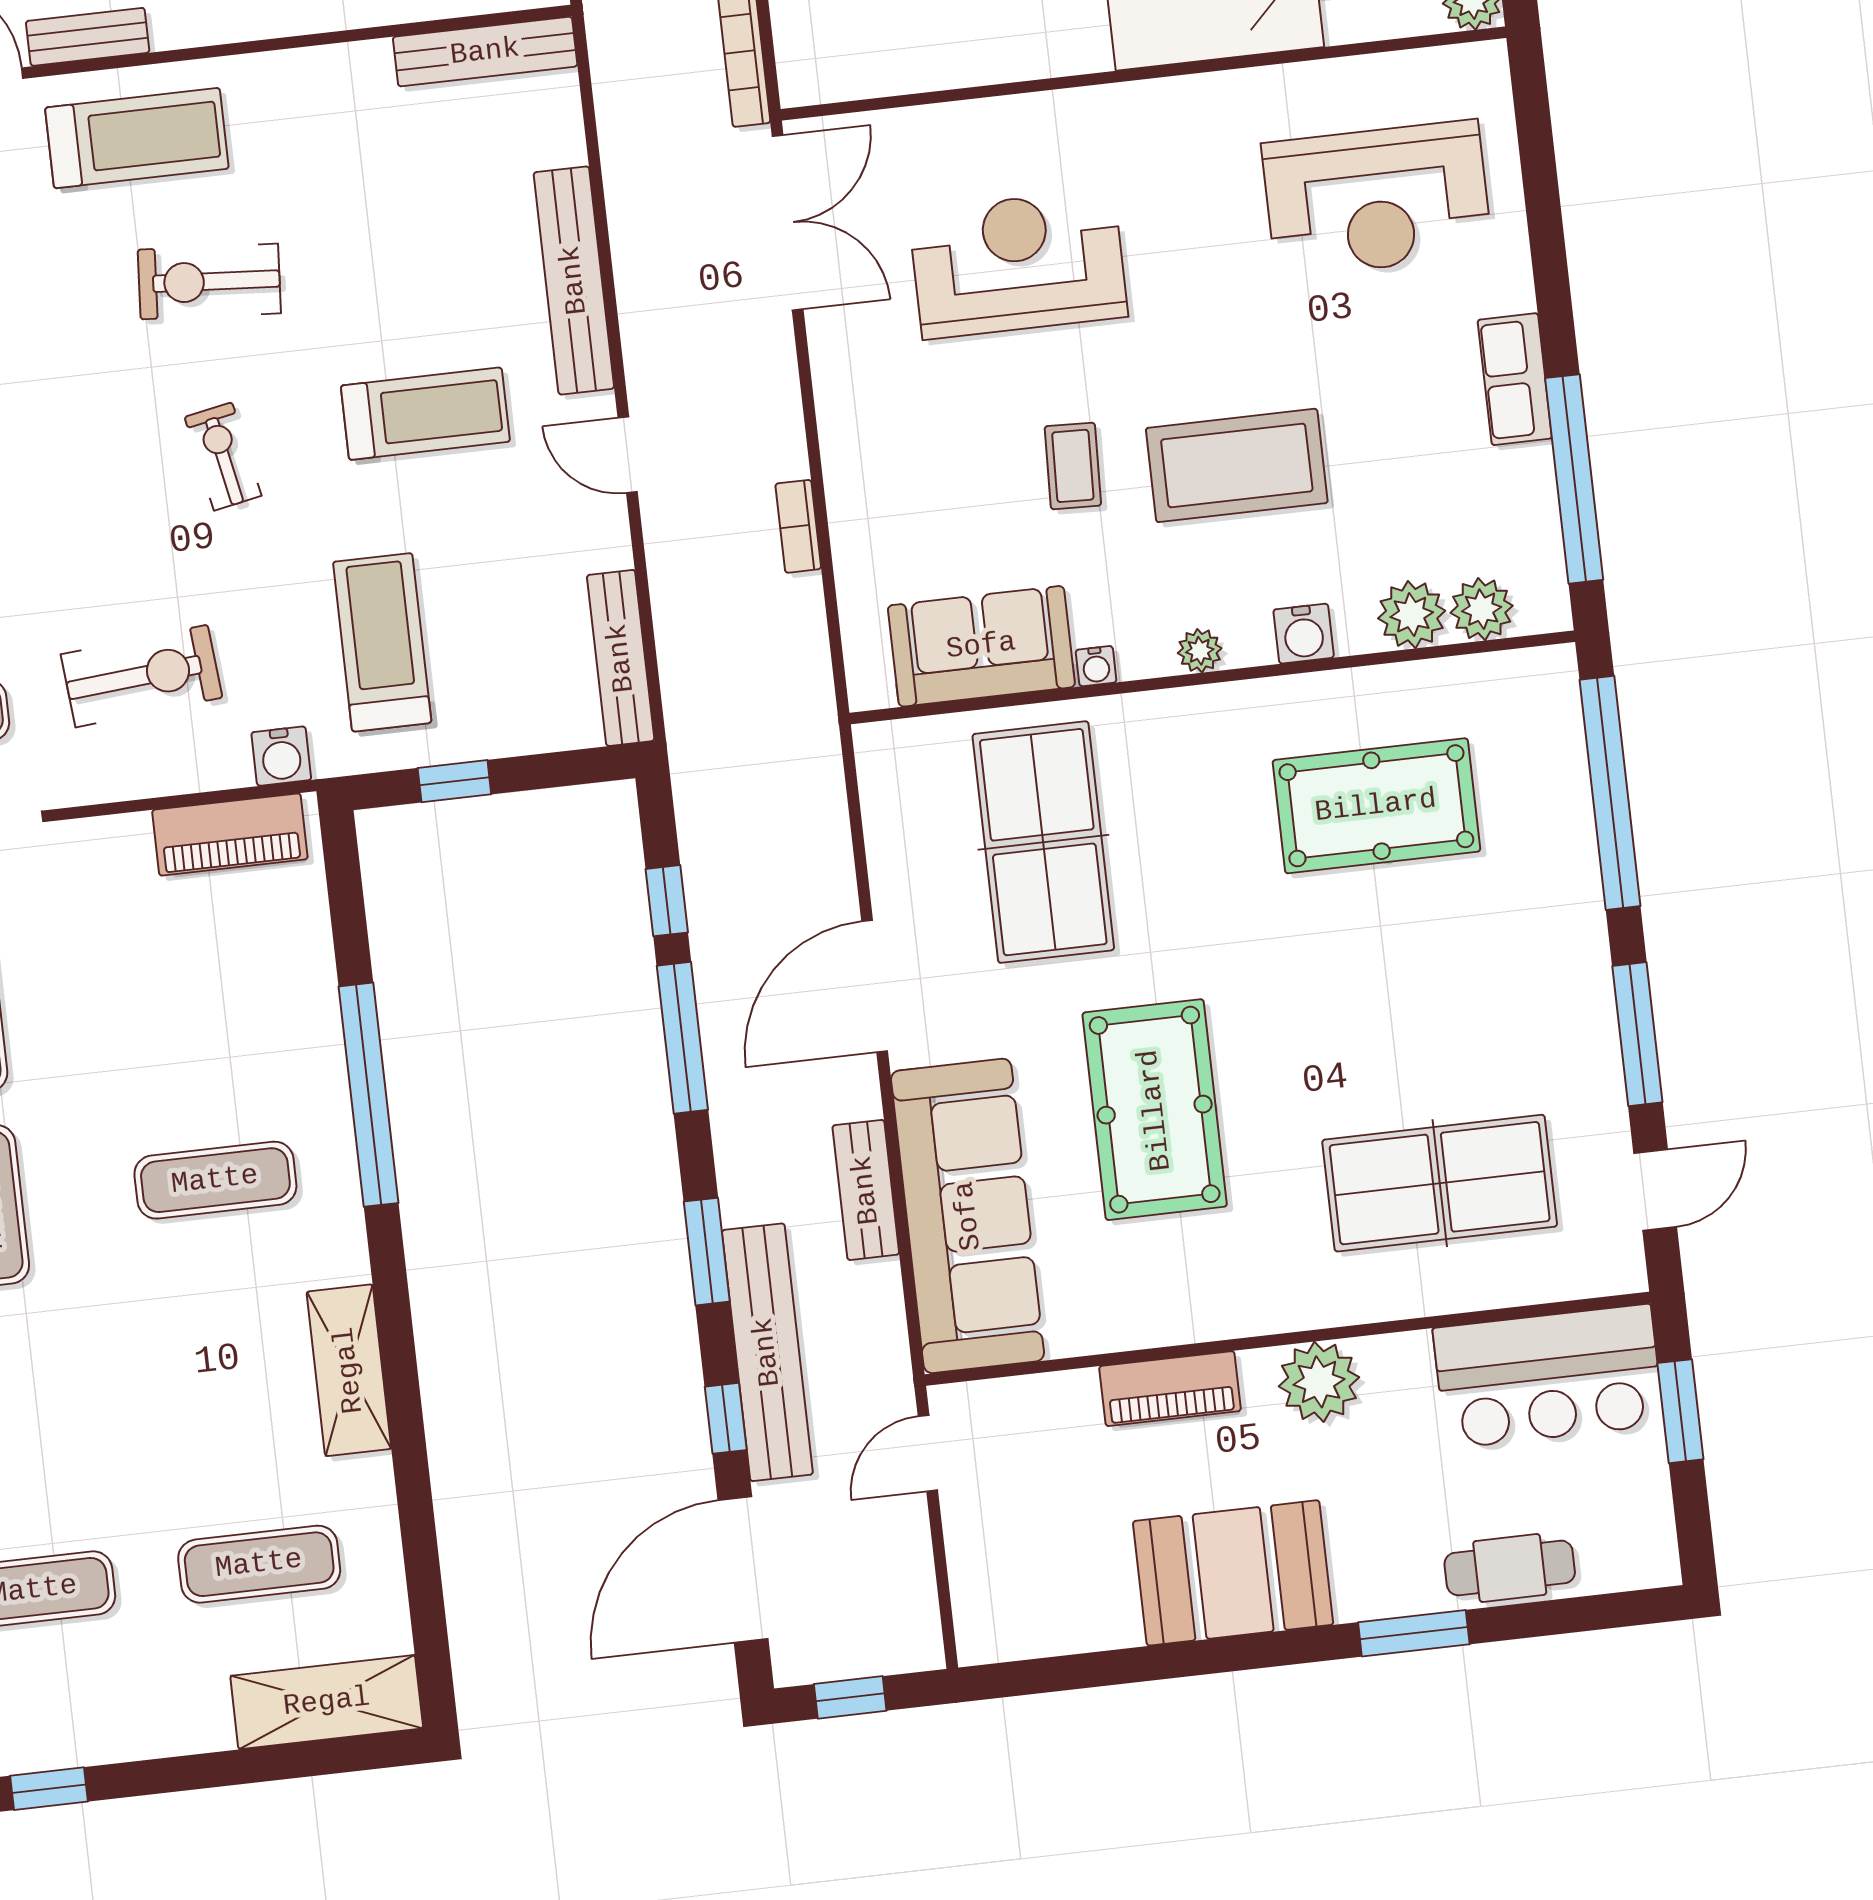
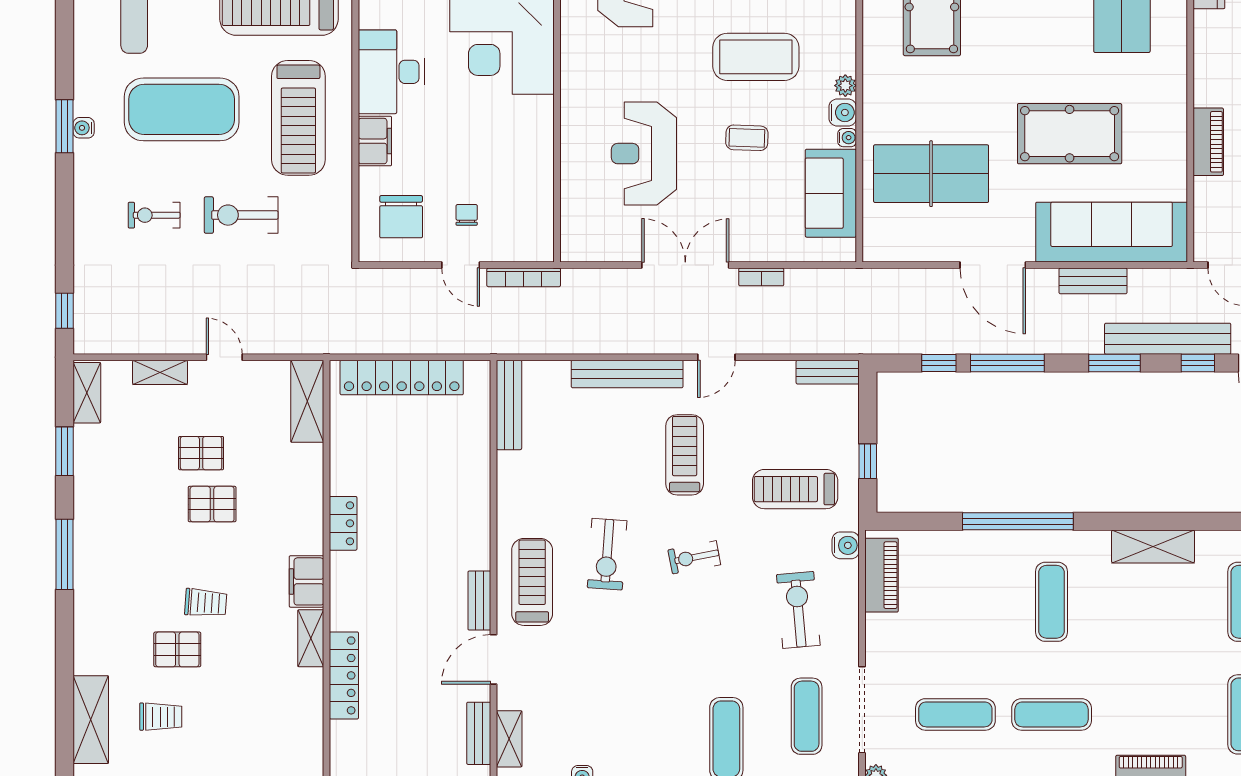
double door: (788, 223) -> (685, 265), moved
coffee table: (1237, 465) -> (756, 57), turned 90
water cooler: (1304, 634) -> (843, 112), moved
bench: (621, 658) -> (828, 372), width x0.73
plant: (1319, 1382) -> (1213, 68), removed

